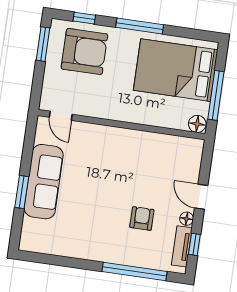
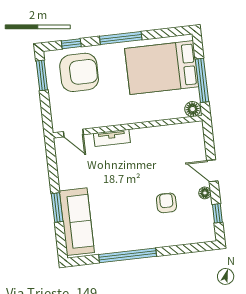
sofa: (44, 182) -> (77, 222), moved
tv unit: (182, 246) -> (112, 138), moved, turned -90
window: (135, 272) -> (128, 255), moved

